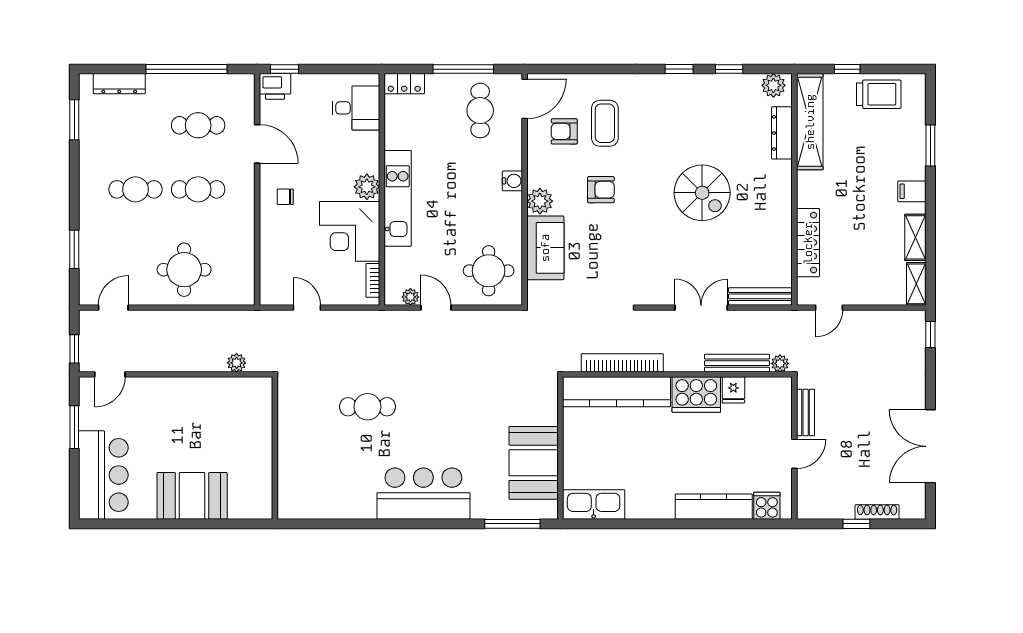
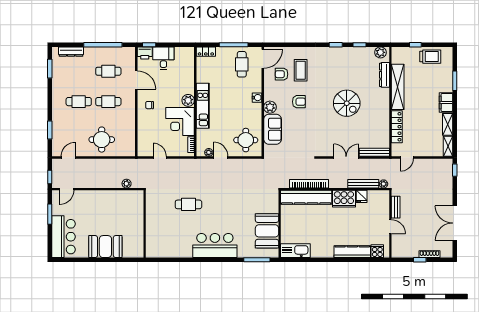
desk: (356, 108) -> (163, 58), moved, turned -90
shelving: (810, 122) -> (398, 87), moved
filing cabinet: (912, 191) -> (446, 102), width x2.00
door: (794, 454) -> (390, 227), hinge flipped

